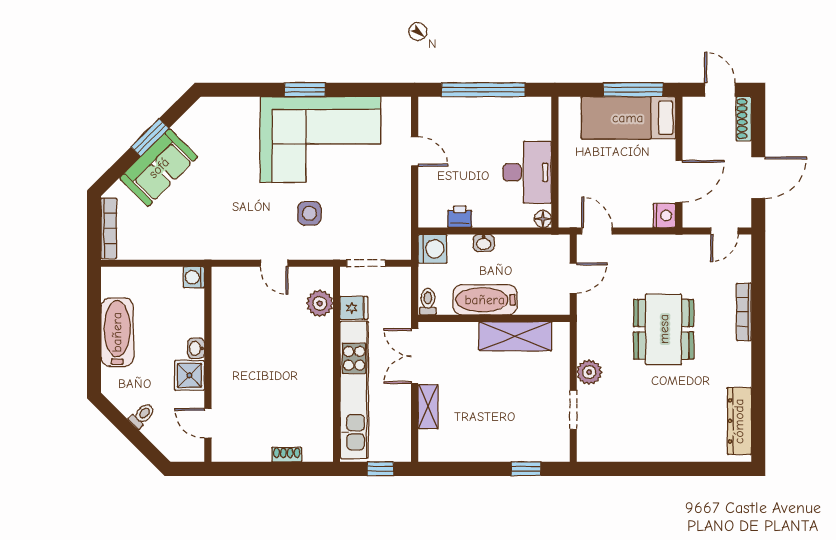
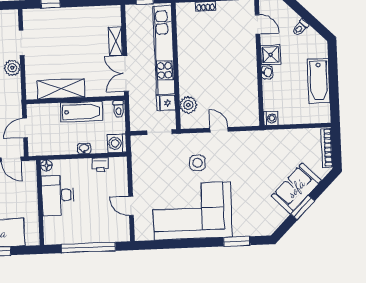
window: (305, 90) -> (237, 241), moved
double door: (415, 356) -> (126, 73), swing flipped

